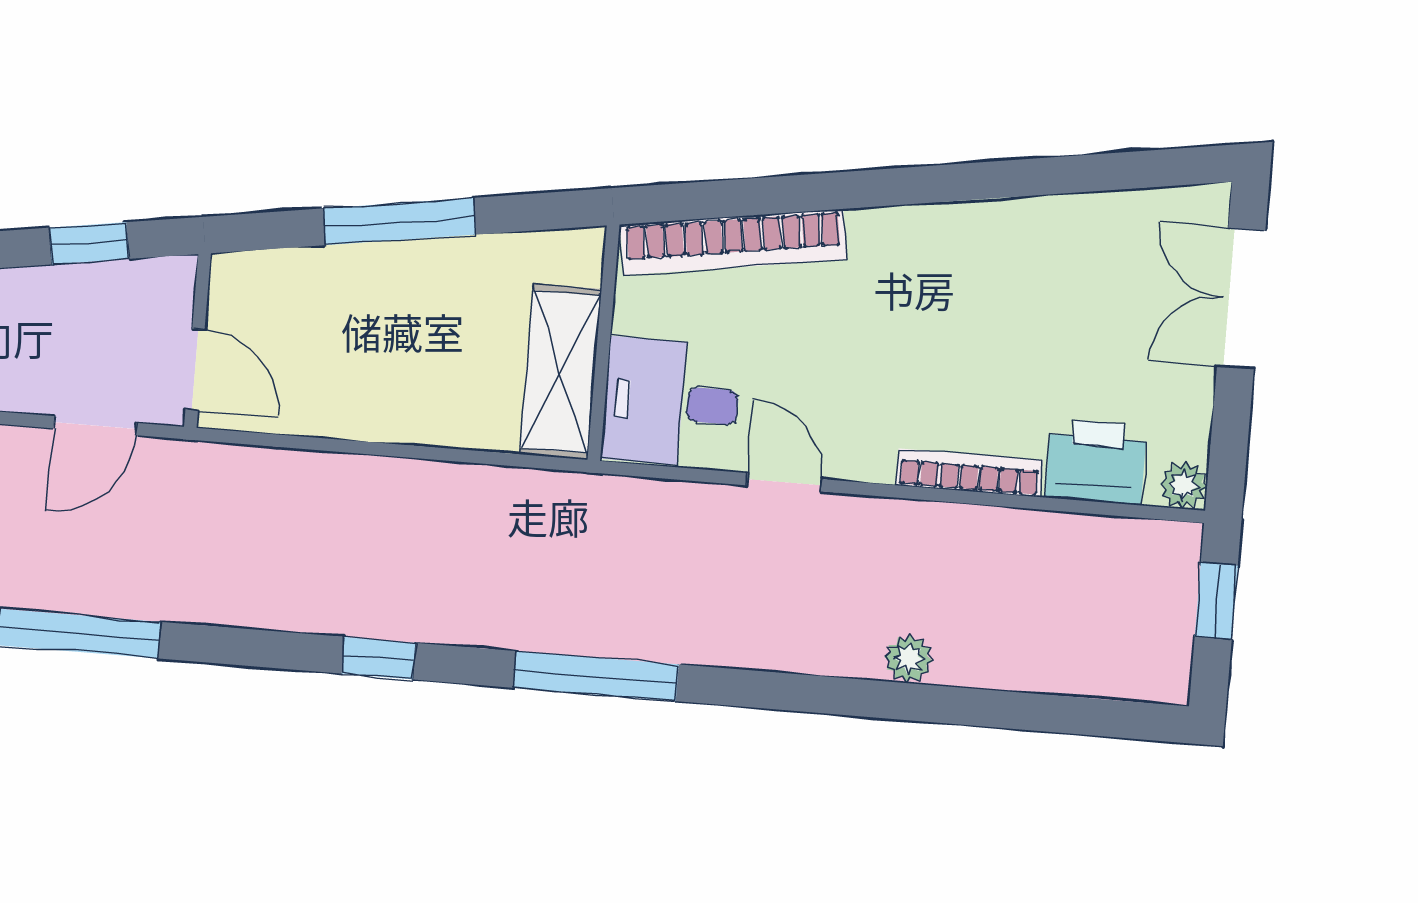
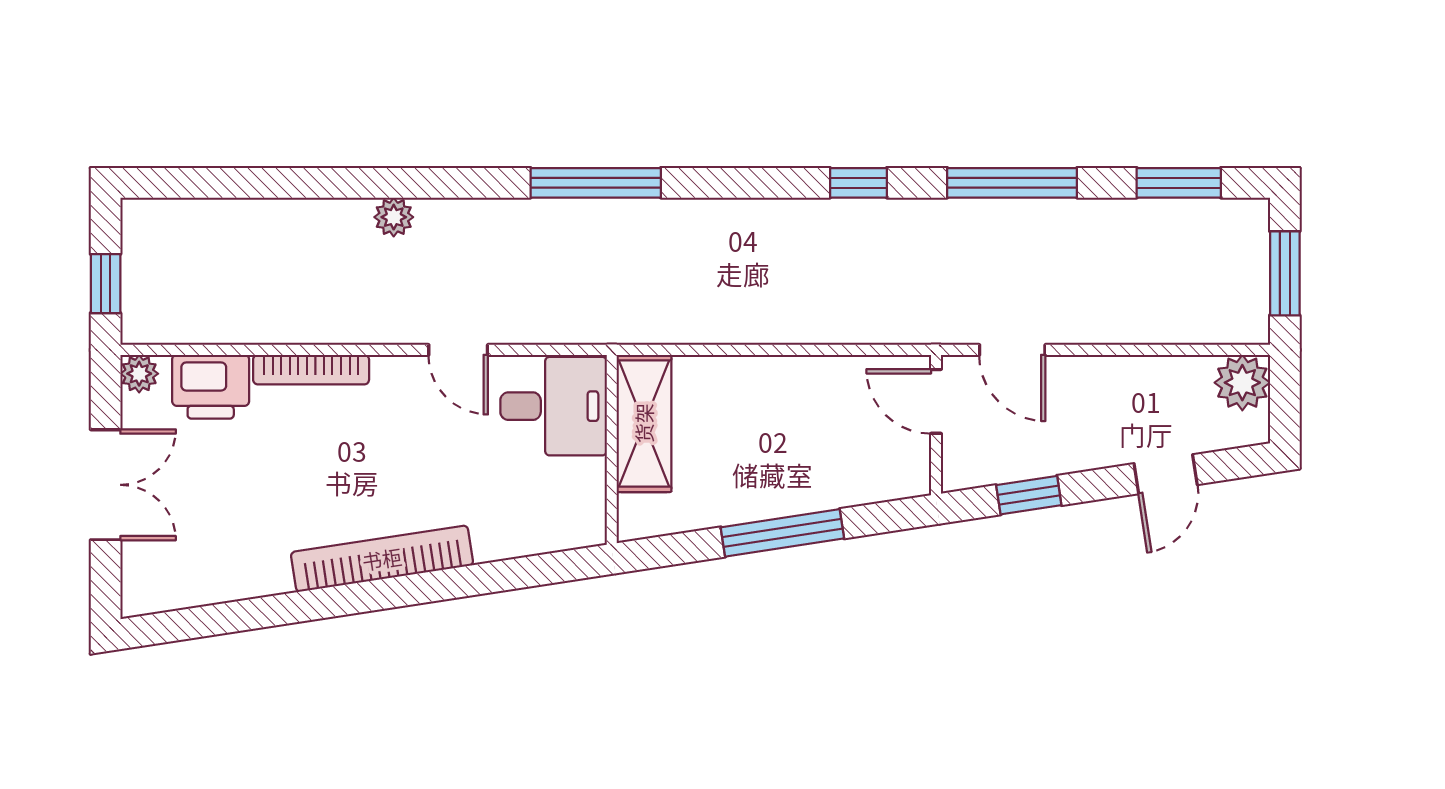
bookcase: (733, 242) -> (382, 559), moved
double door: (1241, 299) -> (106, 485), moved
door: (95, 426) -> (1012, 350), swing flipped
window: (379, 658) -> (858, 183), moved
plant: (909, 659) -> (394, 217), moved

